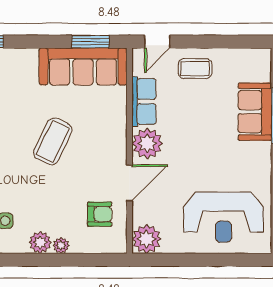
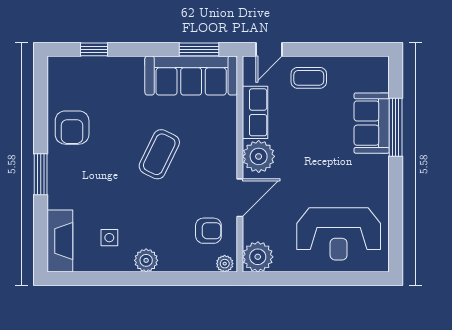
plant: (61, 245) -> (225, 264), moved

